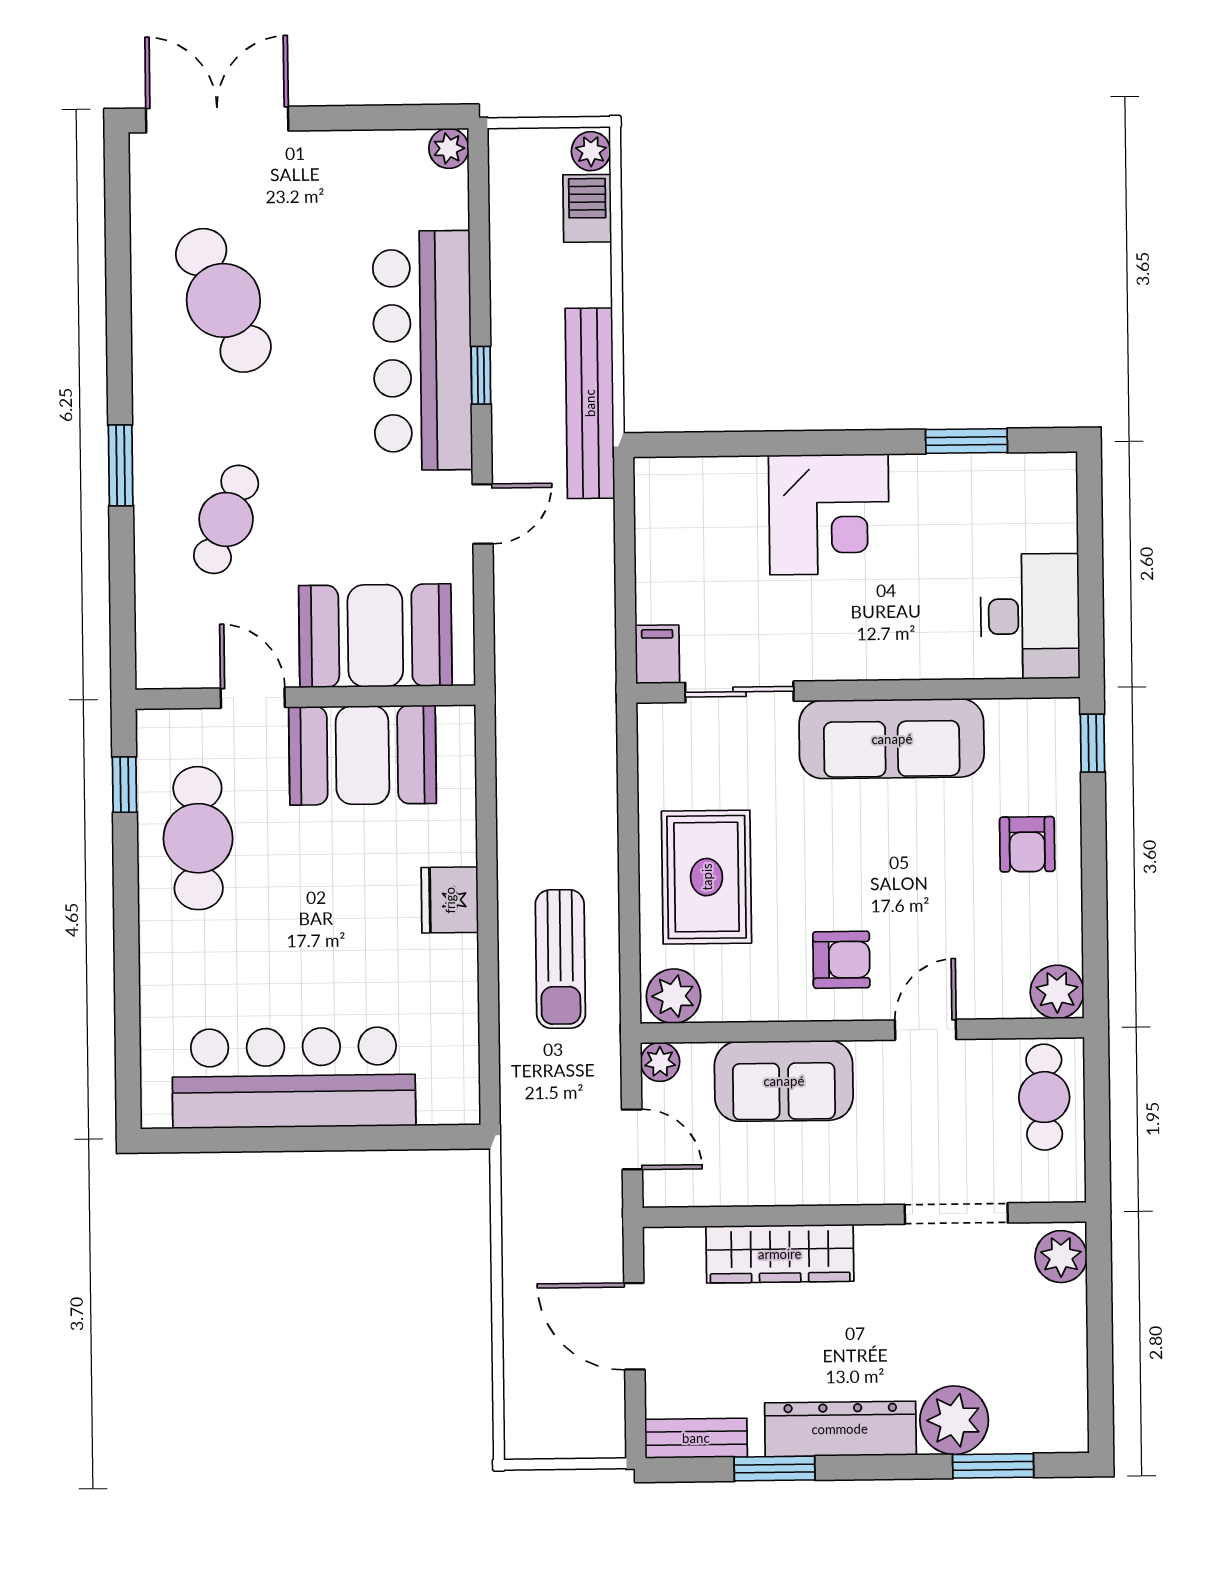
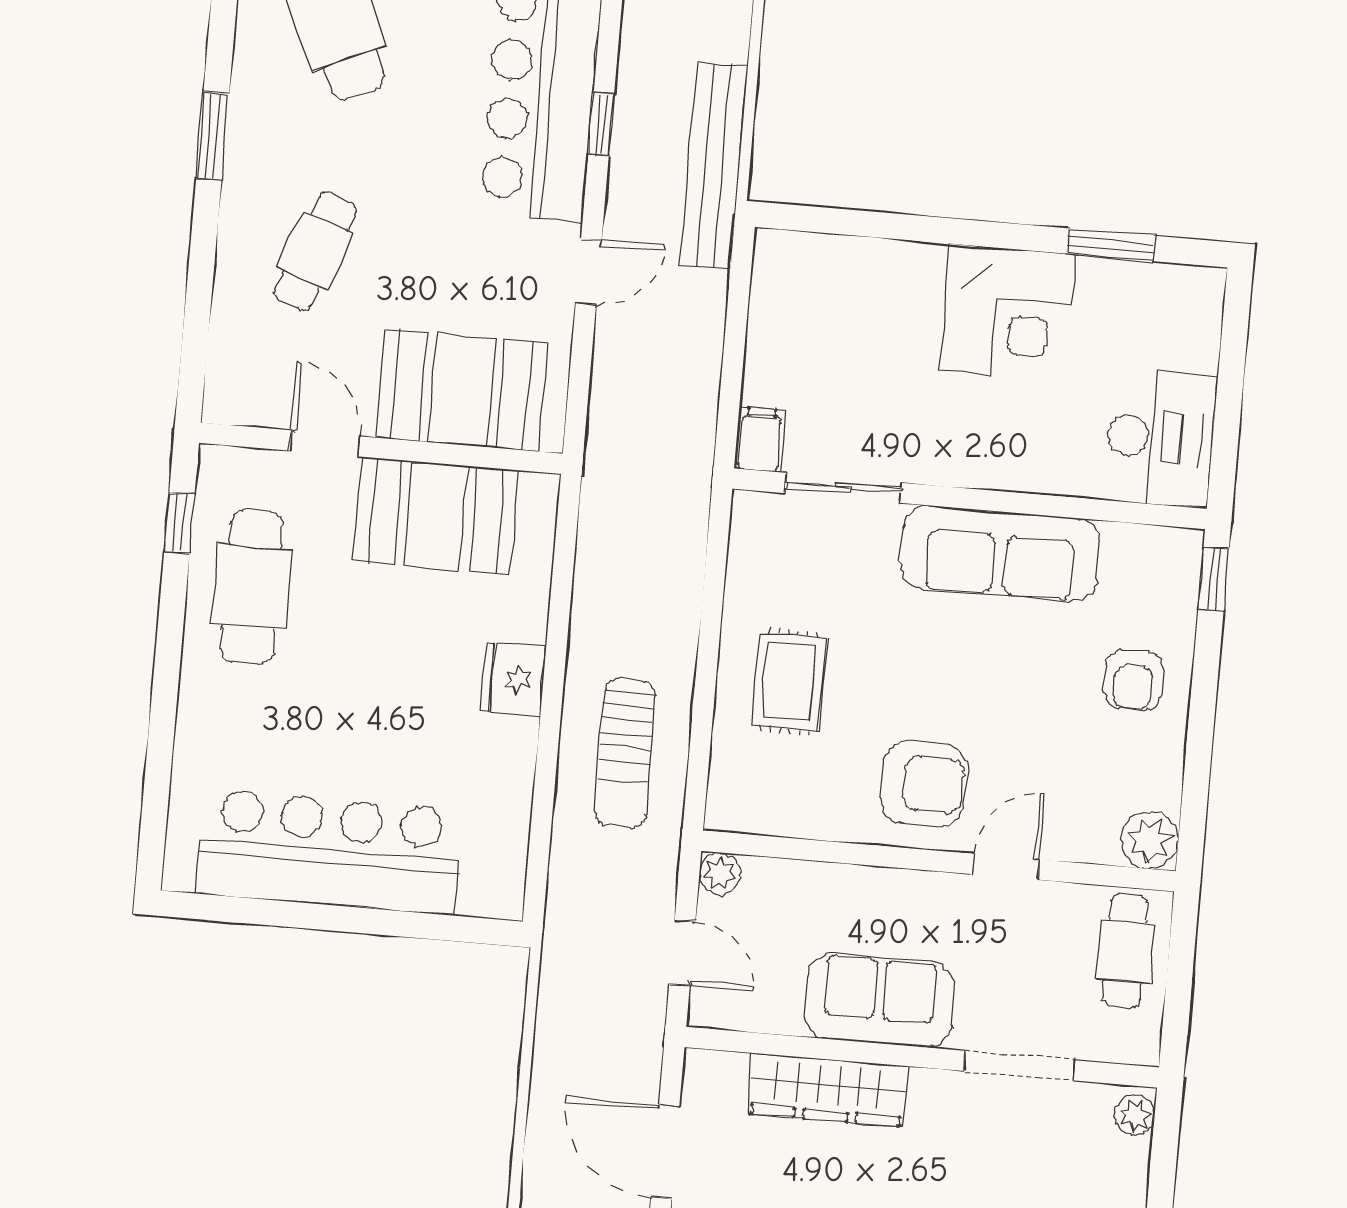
window: (121, 465) -> (213, 136), moved
corner desk: (829, 514) -> (1008, 313), moved
rug: (707, 877) -> (789, 682), width x0.73, depth x0.70
armchair: (841, 960) -> (924, 784), width x1.38, depth x1.38
plant: (673, 996) -> (741, 805), removed
sofa: (784, 1081) -> (880, 1001), moved, turned 180
plant: (1061, 1257) -> (1135, 1115), width x0.73, depth x0.73

